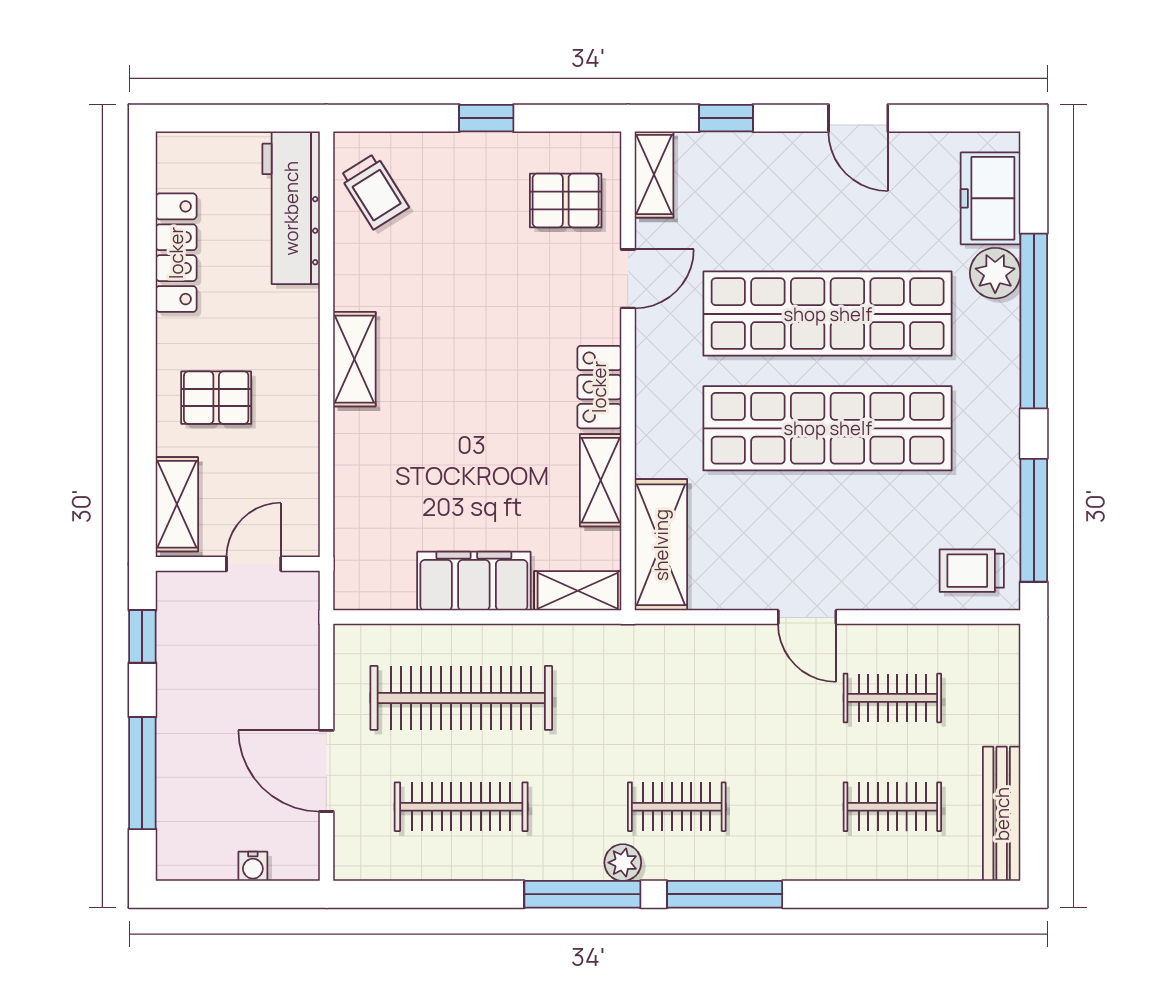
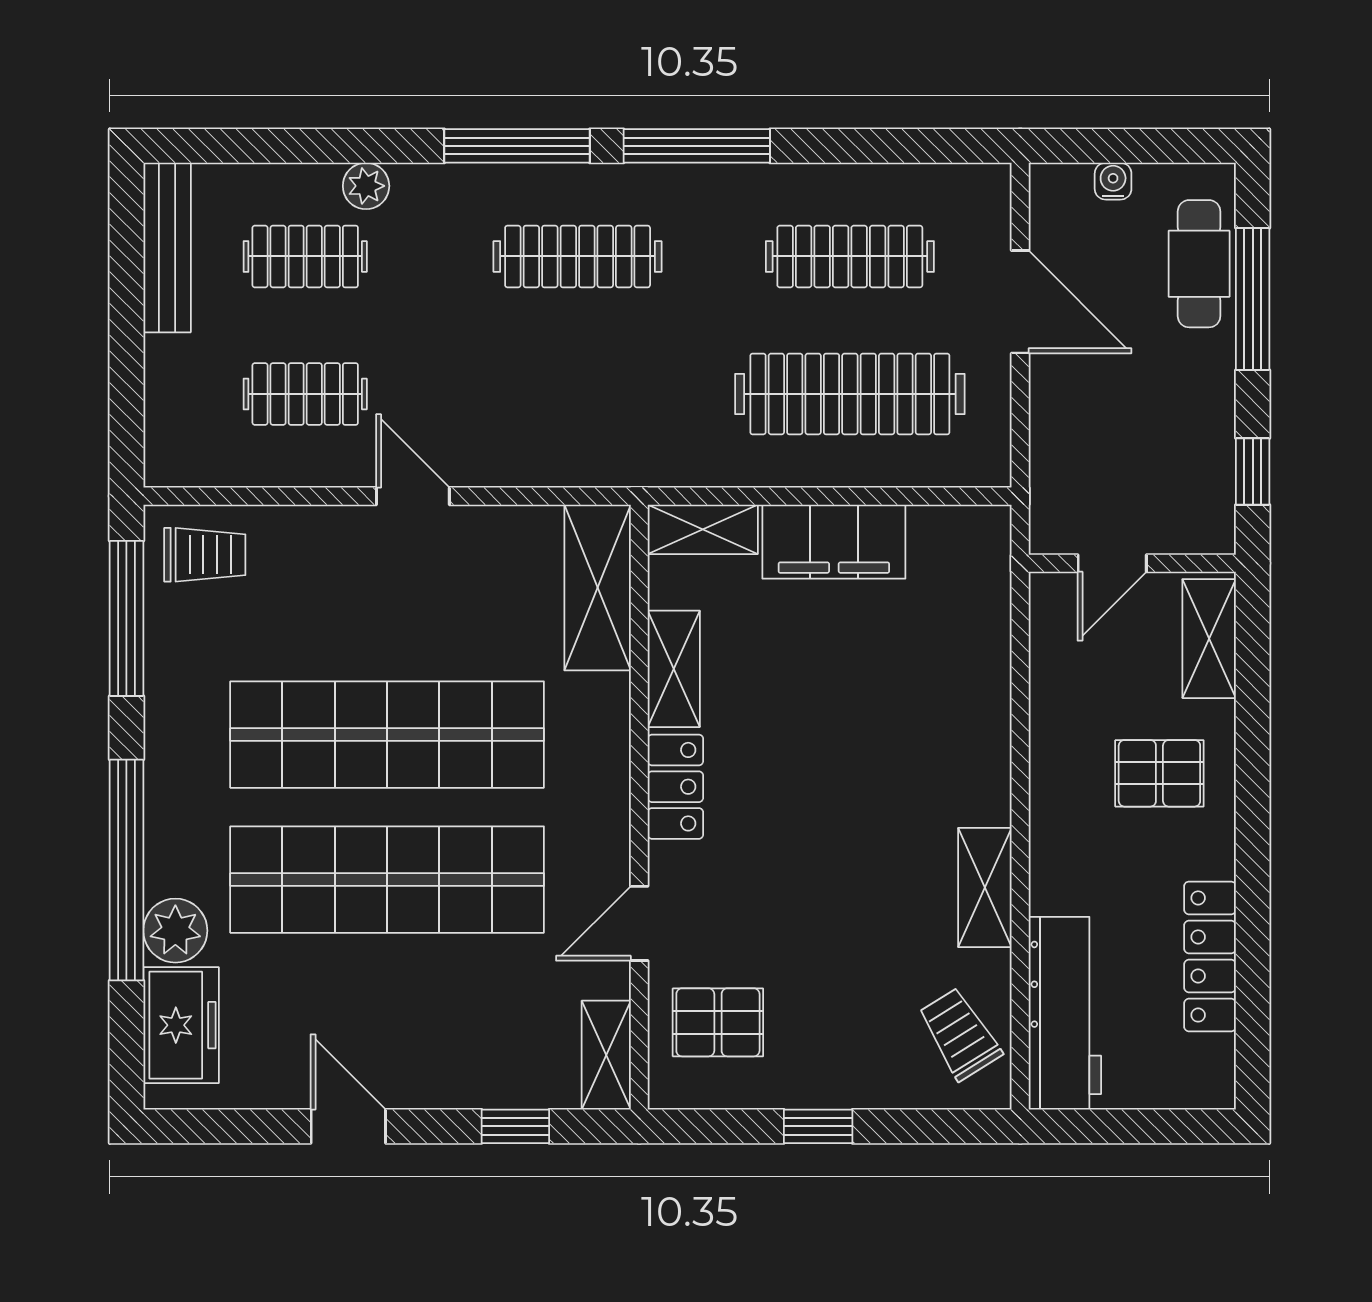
shelving: (354, 359) -> (985, 887), moved
cafe table: (185, 801) -> (1199, 264), added
clothes rail: (677, 807) -> (578, 256), width x1.36
plant: (623, 863) -> (366, 186), moved

